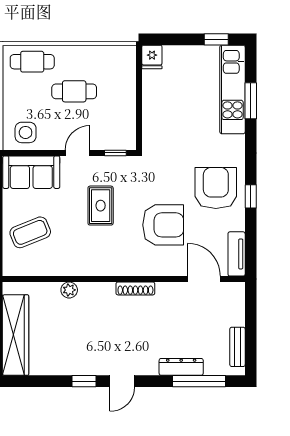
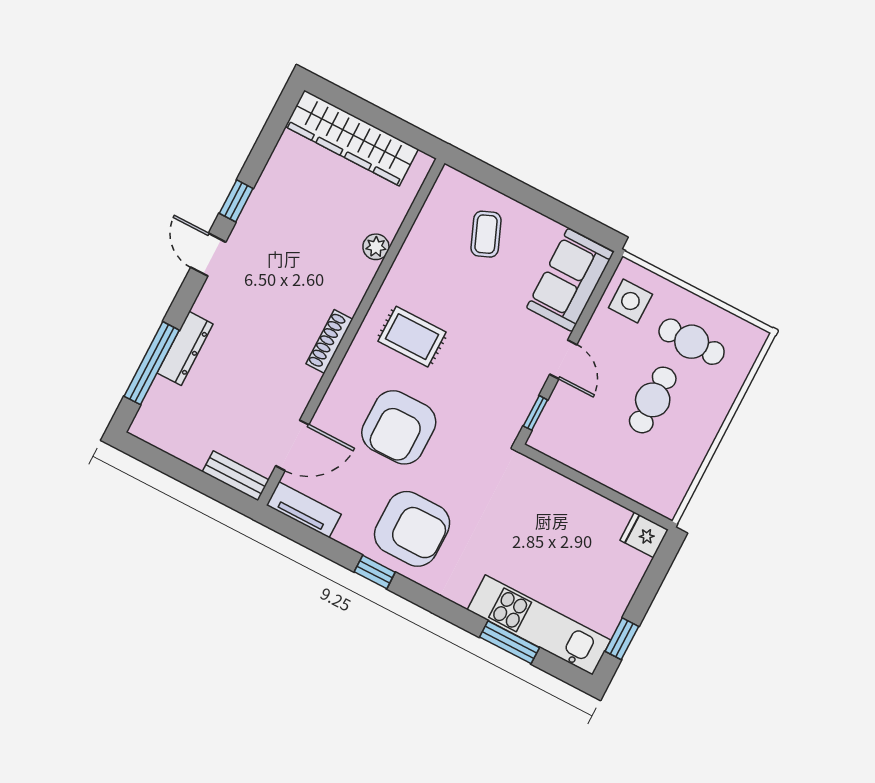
cafe table: (32, 62) -> (692, 342), moved, turned 90
rug: (101, 206) -> (412, 337), moved
coffee table: (30, 232) -> (486, 234), width x0.73, depth x0.77
bench: (237, 347) -> (236, 476), moved

